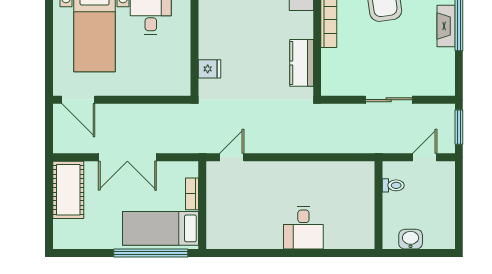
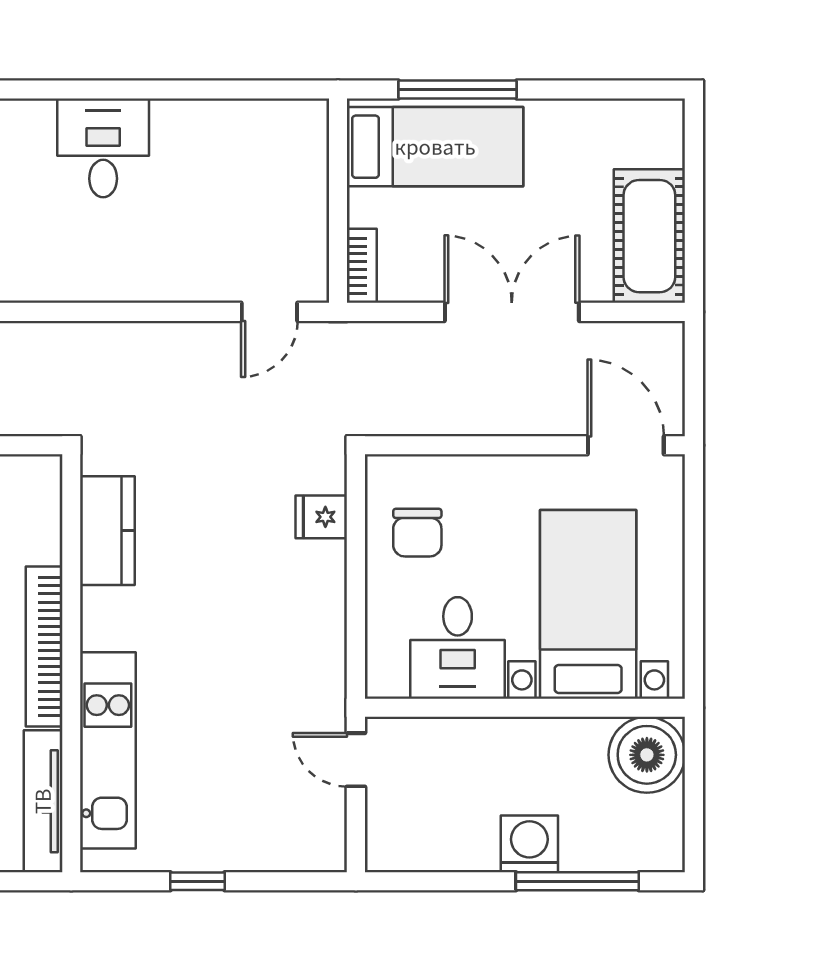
chair: (168, 62) -> (417, 533), added
bookcase: (192, 194) -> (362, 266), moved
window: (151, 253) -> (458, 90), width x0.68

